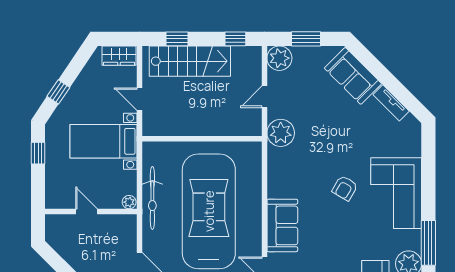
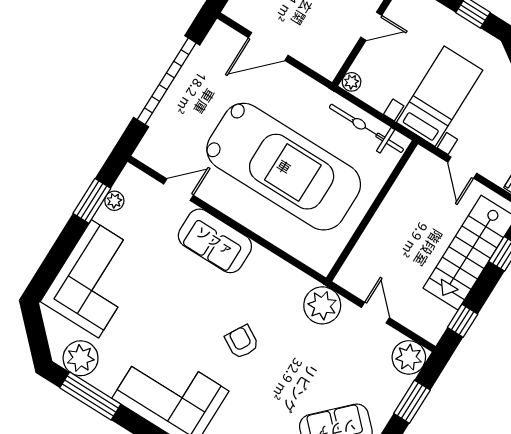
door: (140, 99) -> (462, 168), swing flipped
armchair: (345, 188) -> (242, 342), moved
bicycle: (152, 198) -> (366, 128), moved

